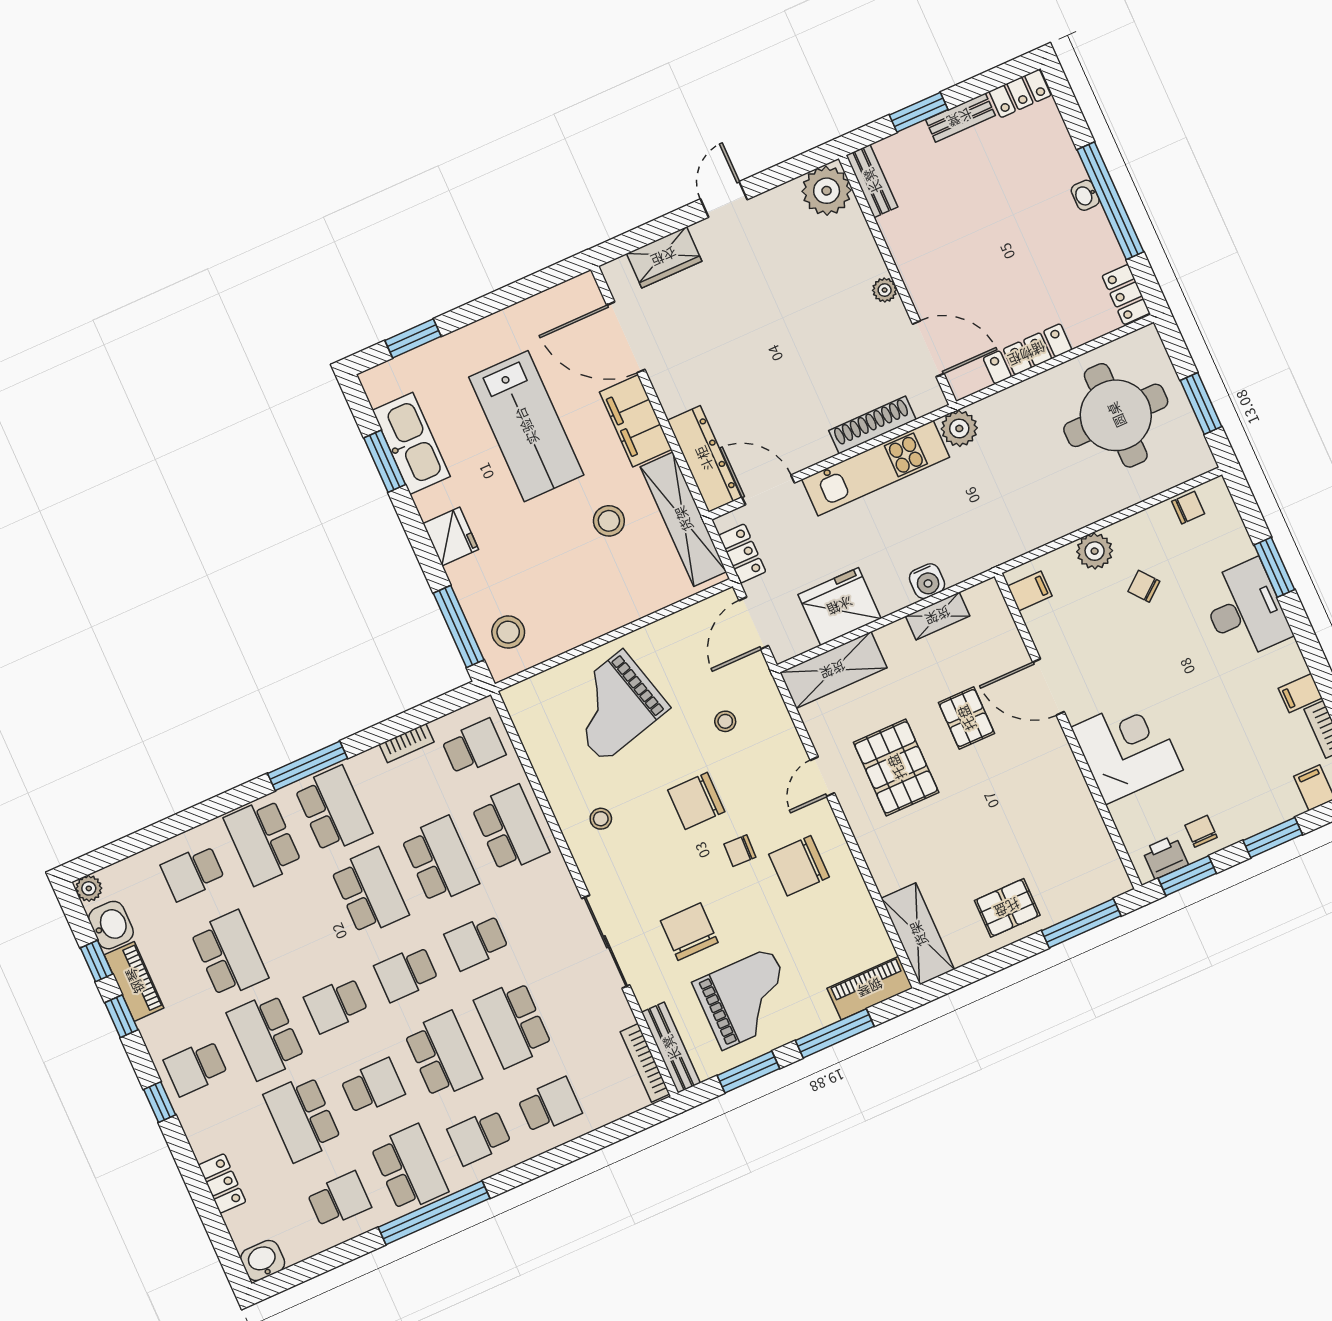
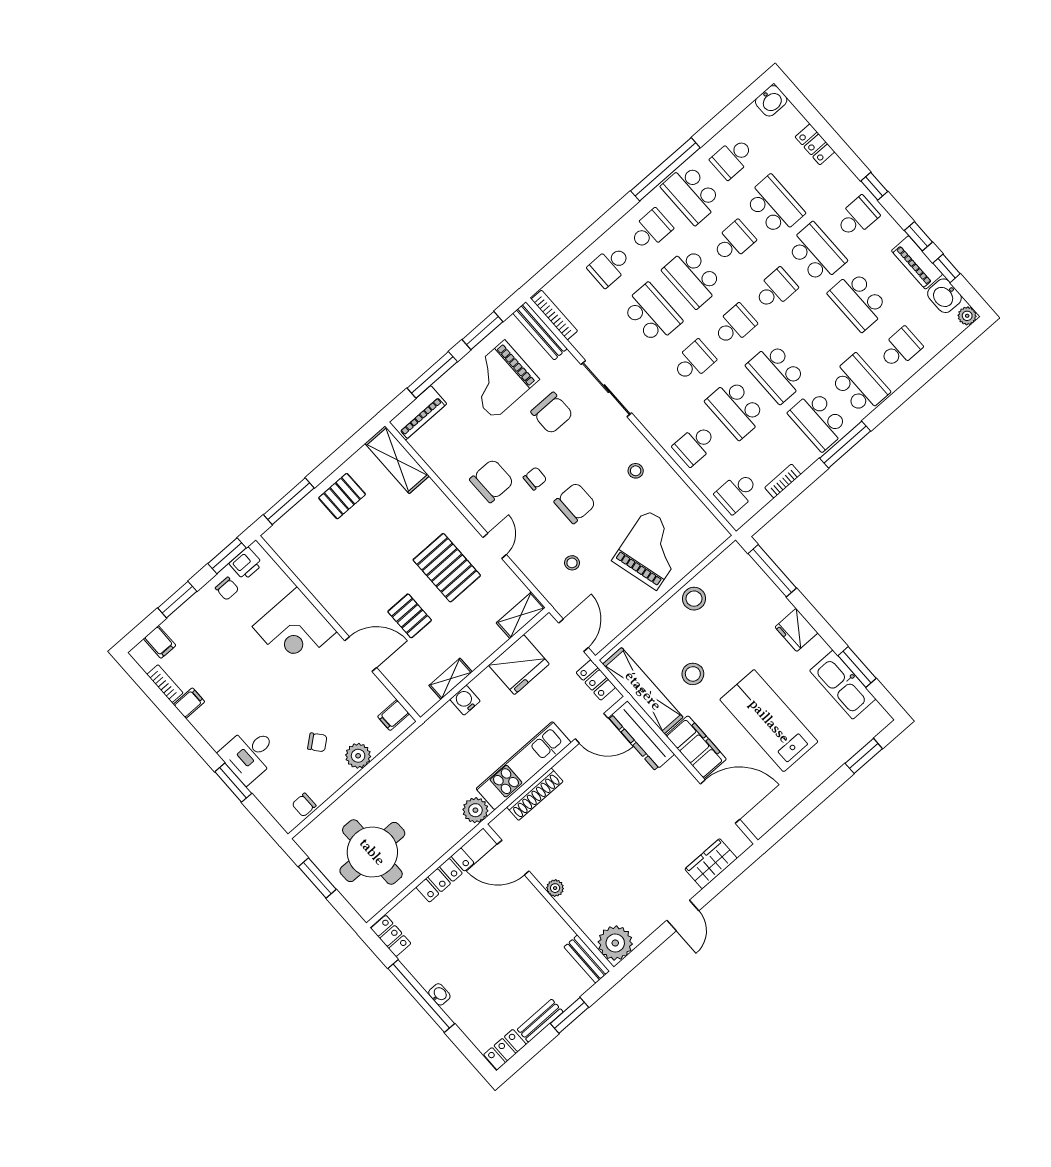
desk: (1245, 610) -> (249, 754), width x0.73
stool: (508, 632) -> (694, 599), moved
shelving: (833, 670) -> (521, 615), width x0.67, depth x0.75
school desk: (510, 829) -> (695, 445), width x0.54
school desk: (373, 1087) -> (733, 242), turned 180

